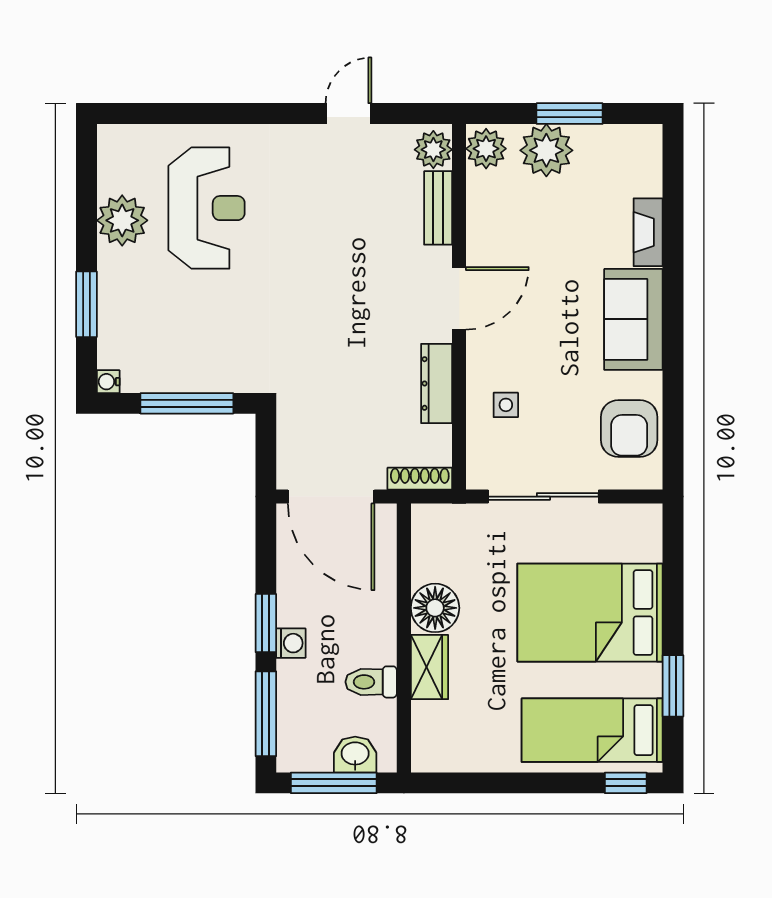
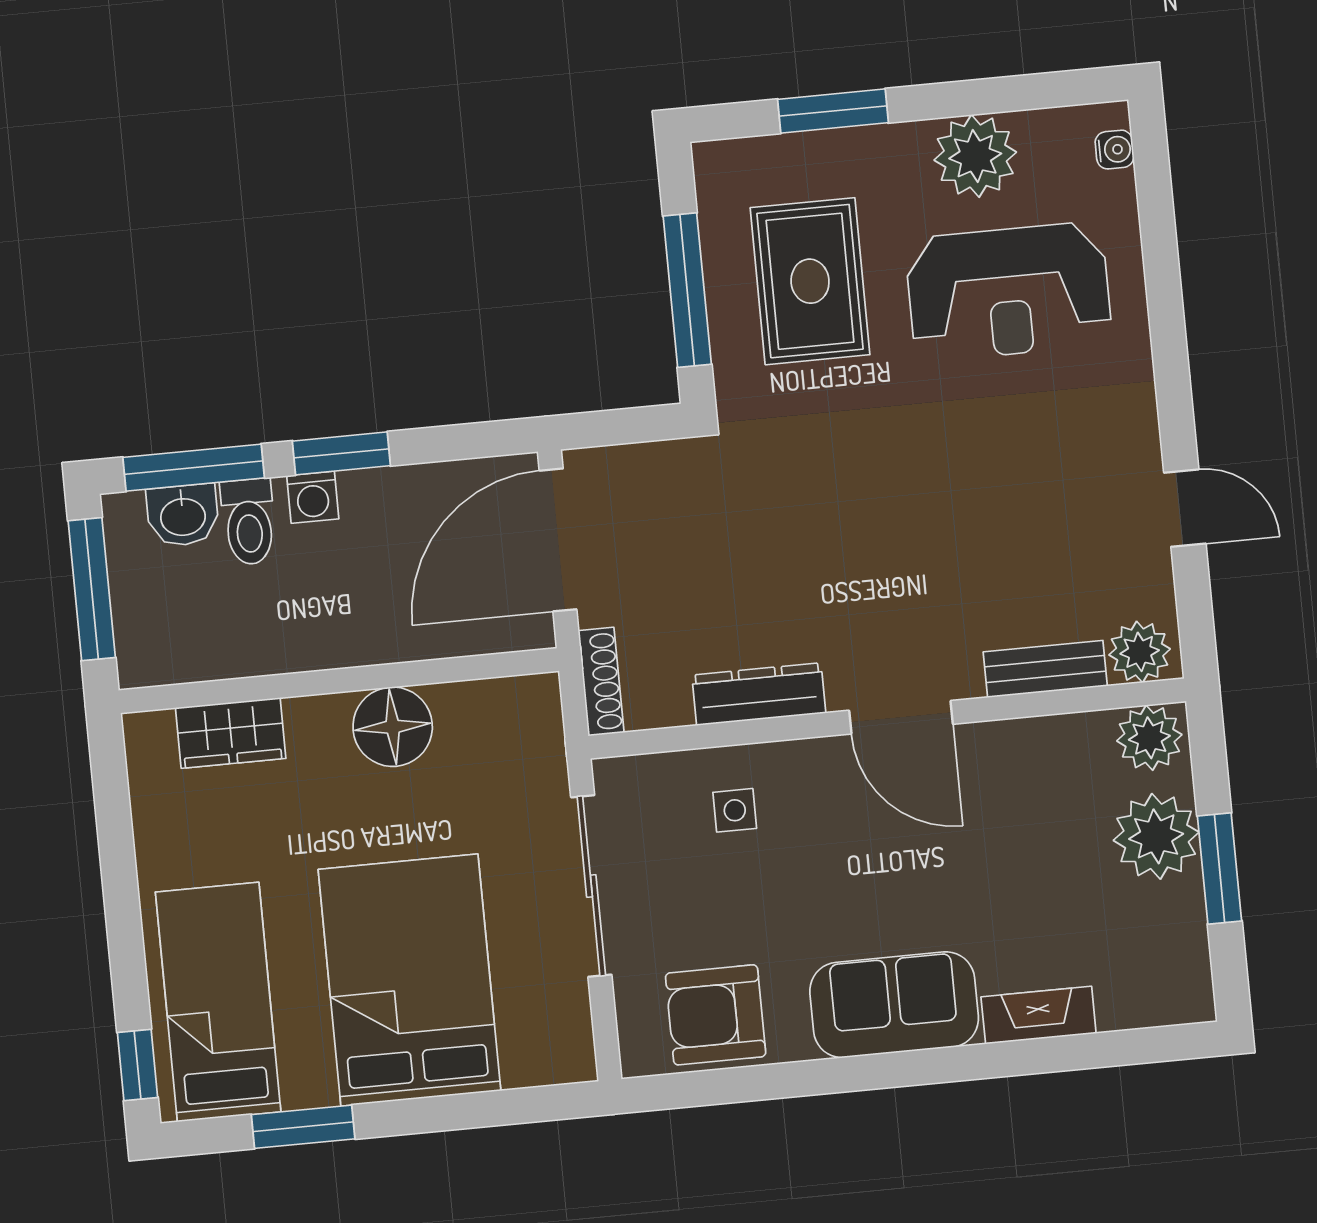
rug: (189, 328) -> (810, 281), added
water cooler: (108, 382) -> (1115, 150), moved, turned 90
wardrobe: (429, 667) -> (231, 733), moved
toilet: (371, 682) -> (249, 522), moved, turned 180
washbasin: (355, 755) -> (183, 515), moved, turned 90

